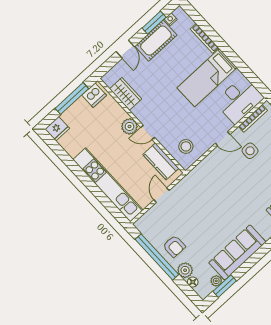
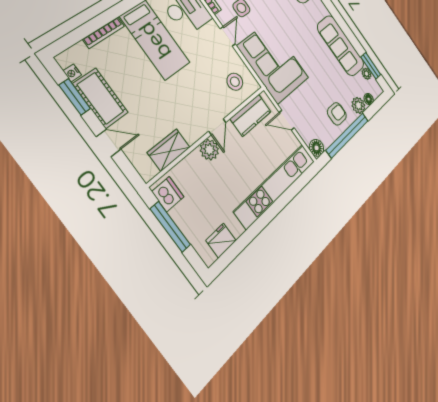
fridge: (57, 129) -> (221, 241), moved, turned -90
corner sofa: (209, 182) -> (273, 62), added
floor lamp: (142, 224) -> (317, 148), added

